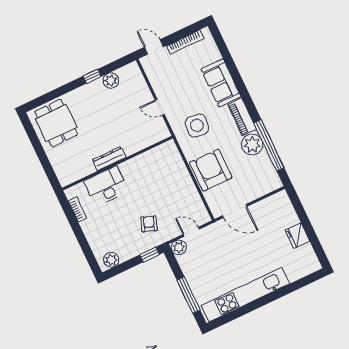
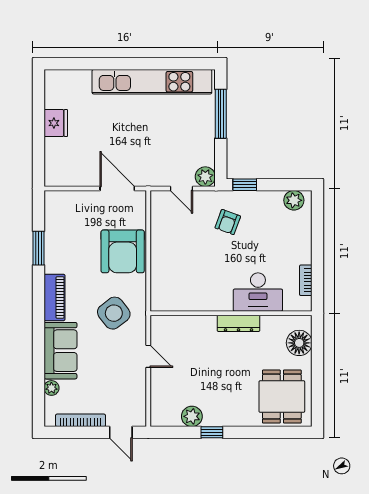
side table: (197, 125) -> (114, 313), turned 45
plant: (252, 144) -> (51, 388), moved, width x0.53, depth x0.53
window: (269, 145) -> (38, 248), width x0.47
floor lamp: (62, 165) -> (299, 343), added

